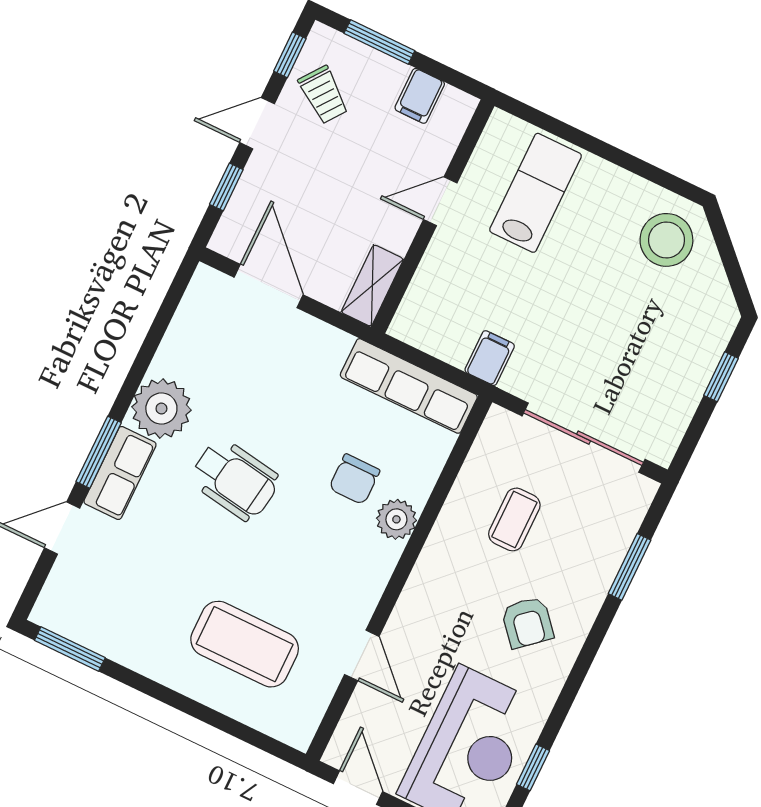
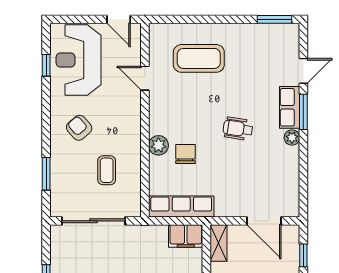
filing cabinet: (490, 358) -> (186, 236), moved, width x2.00
plant: (161, 409) -> (292, 138), width x0.53, depth x0.53
wheelchair: (235, 480) -> (238, 129), width x0.73, depth x0.73

